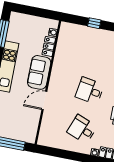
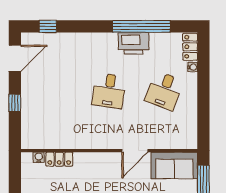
sofa: (39, 72) -> (174, 165), moved
door: (44, 100) -> (135, 151), hinge flipped

